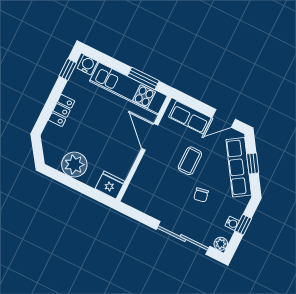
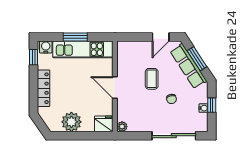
window: (143, 78) -> (75, 37), moved
locker: (62, 110) -> (43, 88), width x1.53
row of seats: (190, 117) -> (136, 48), removed
door: (150, 137) -> (115, 87), moved
window: (253, 163) -> (197, 59), width x1.50
plant: (221, 244) -> (122, 127), moved

